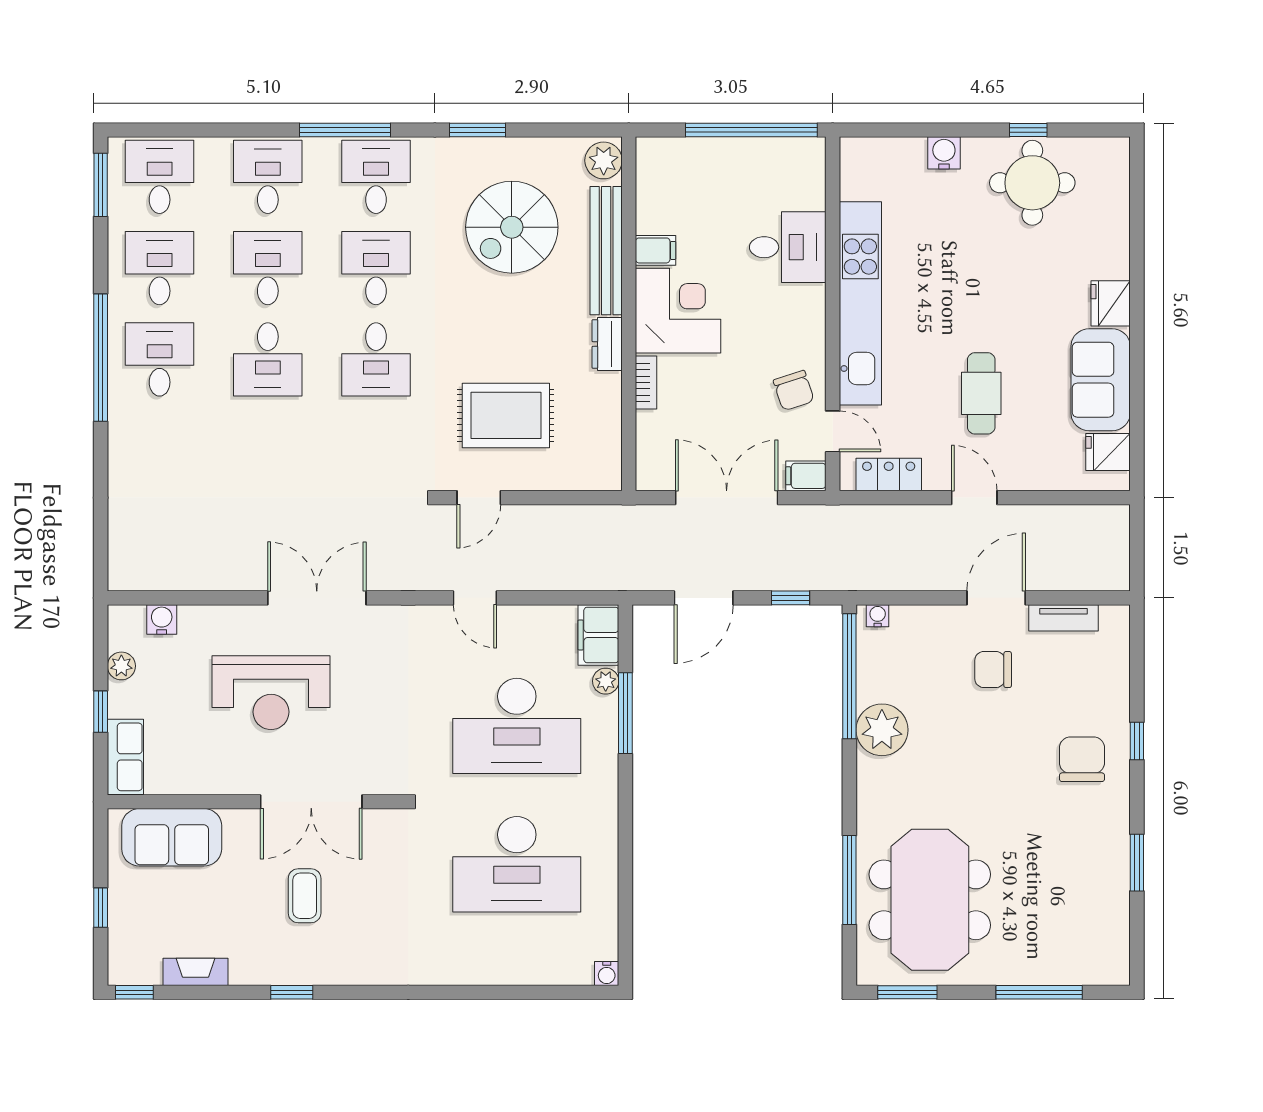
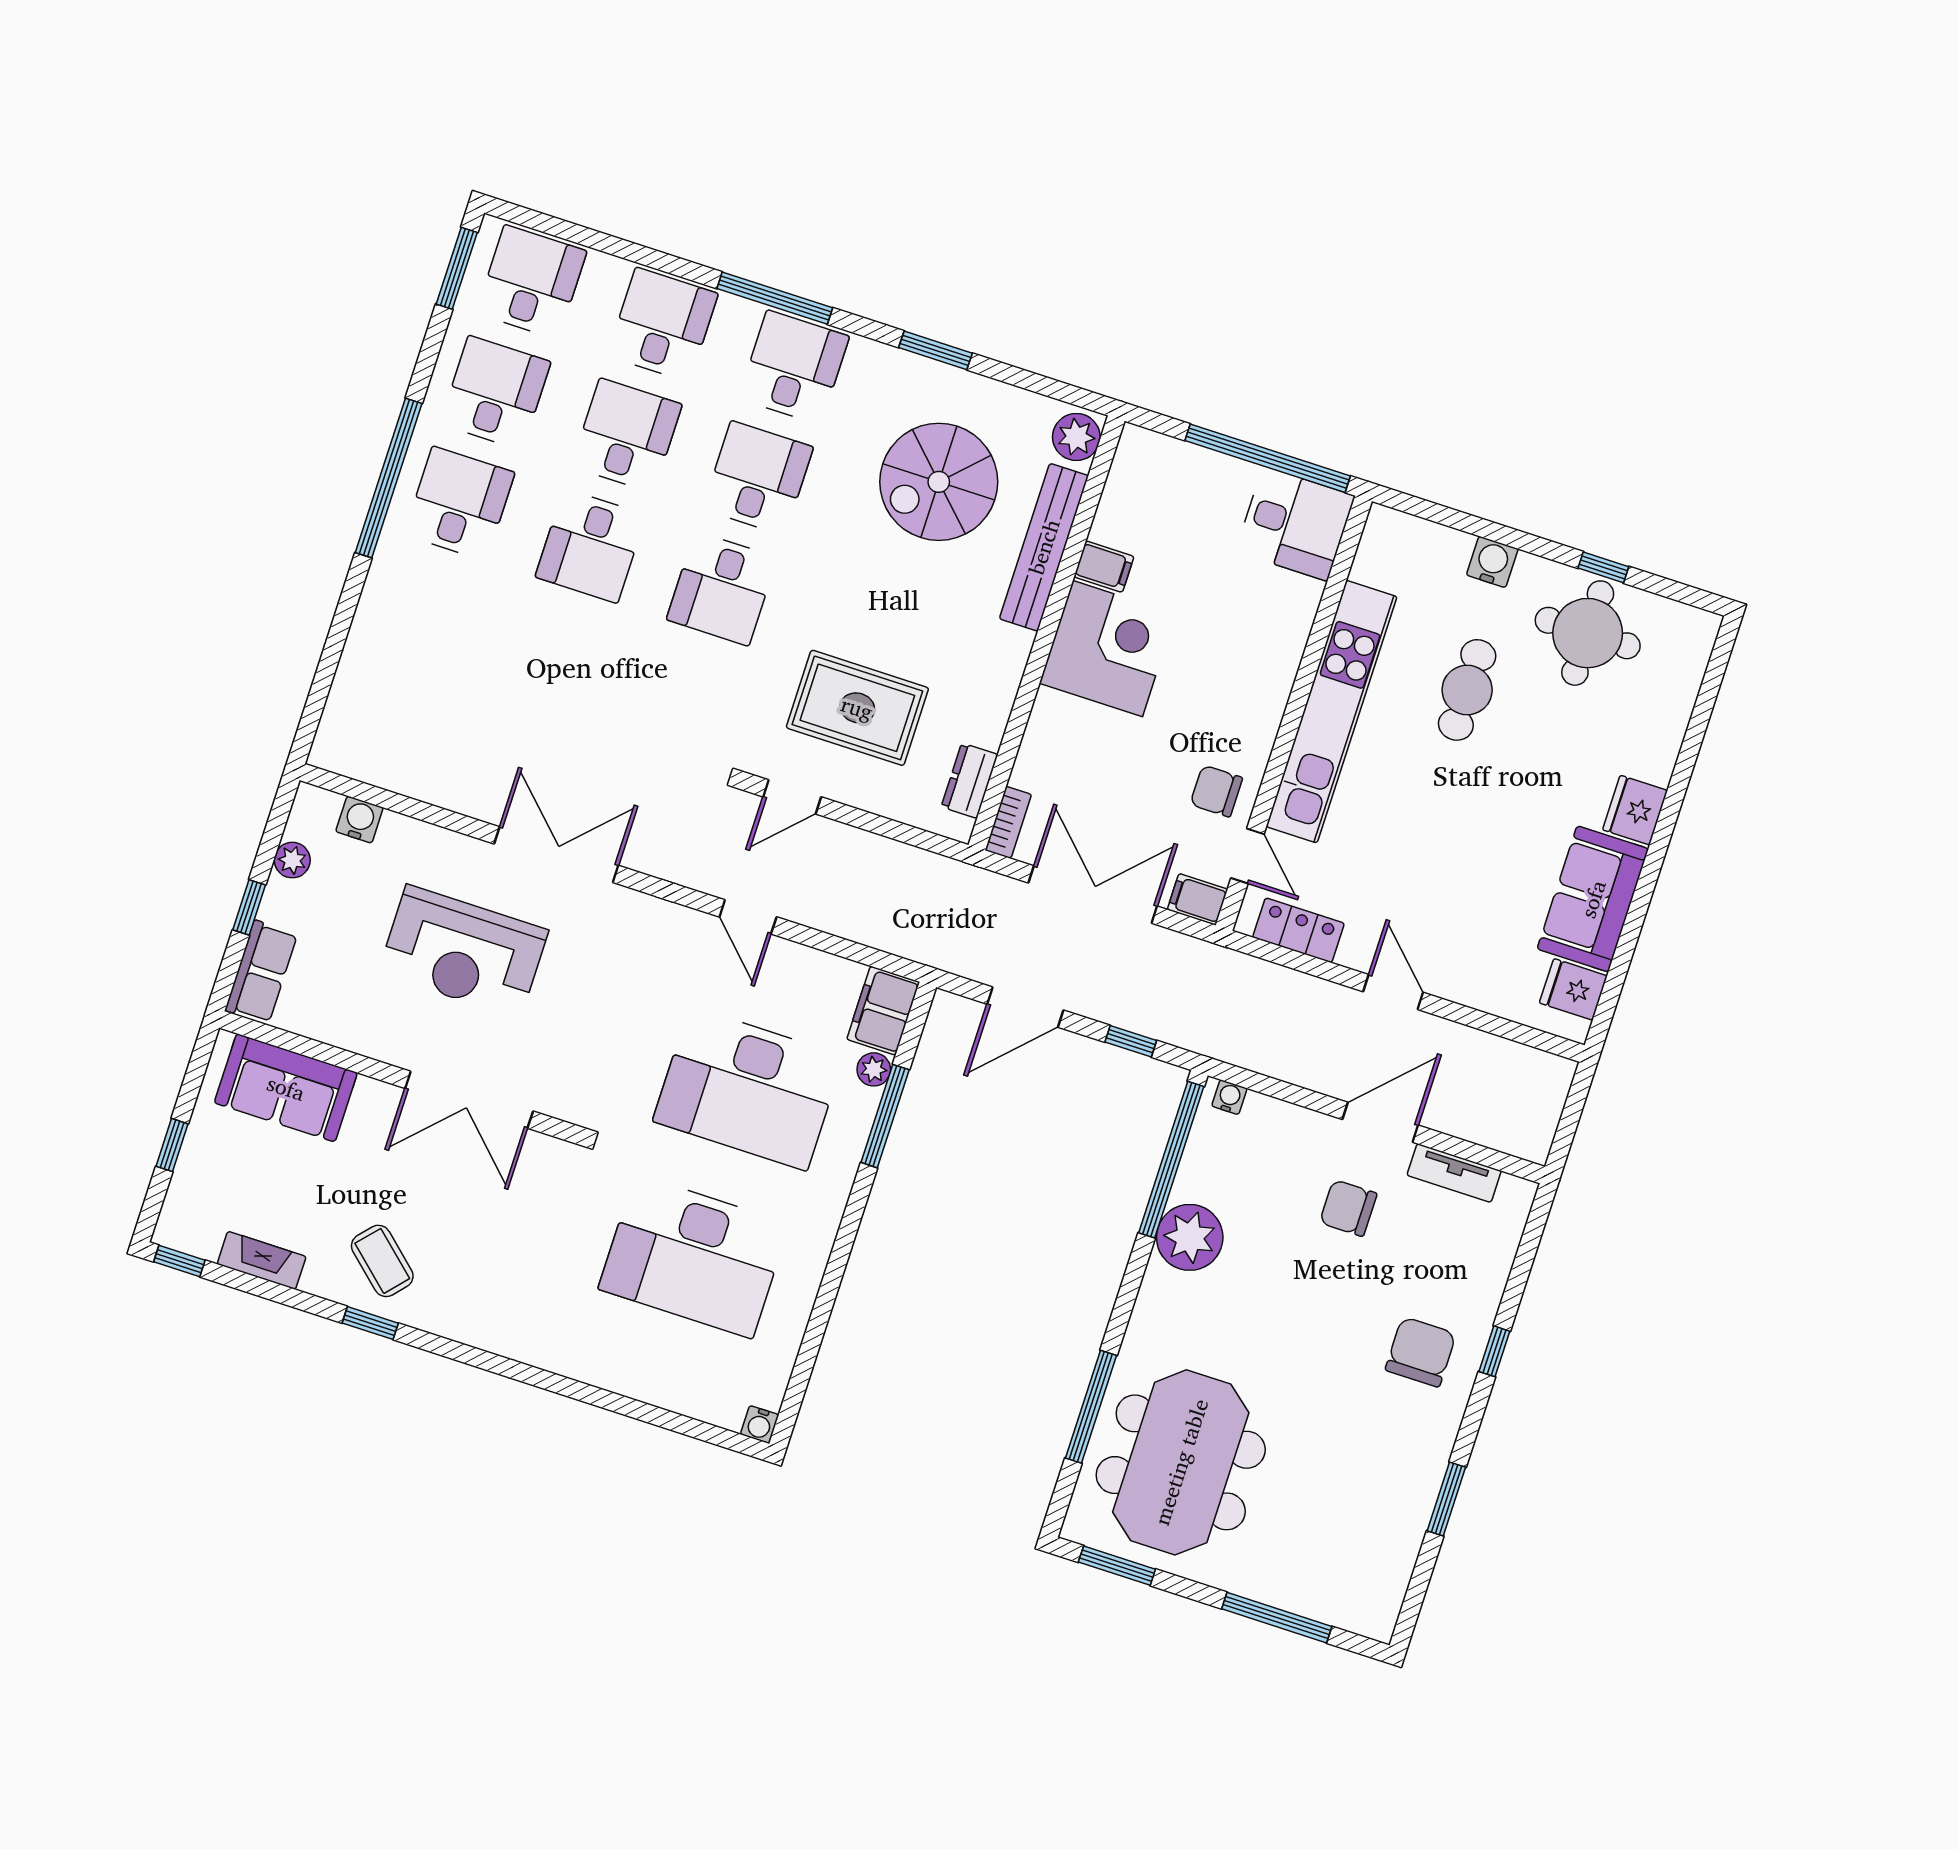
desk: (788, 247) -> (1295, 524), moved
dresser: (607, 344) -> (970, 781), moved
bookcase: (646, 382) -> (1008, 822), moved
chair: (794, 391) -> (1216, 791), turned 108
cafe table: (981, 393) -> (1467, 690), moved
coffee table: (305, 896) -> (382, 1261), moved, turned -48

